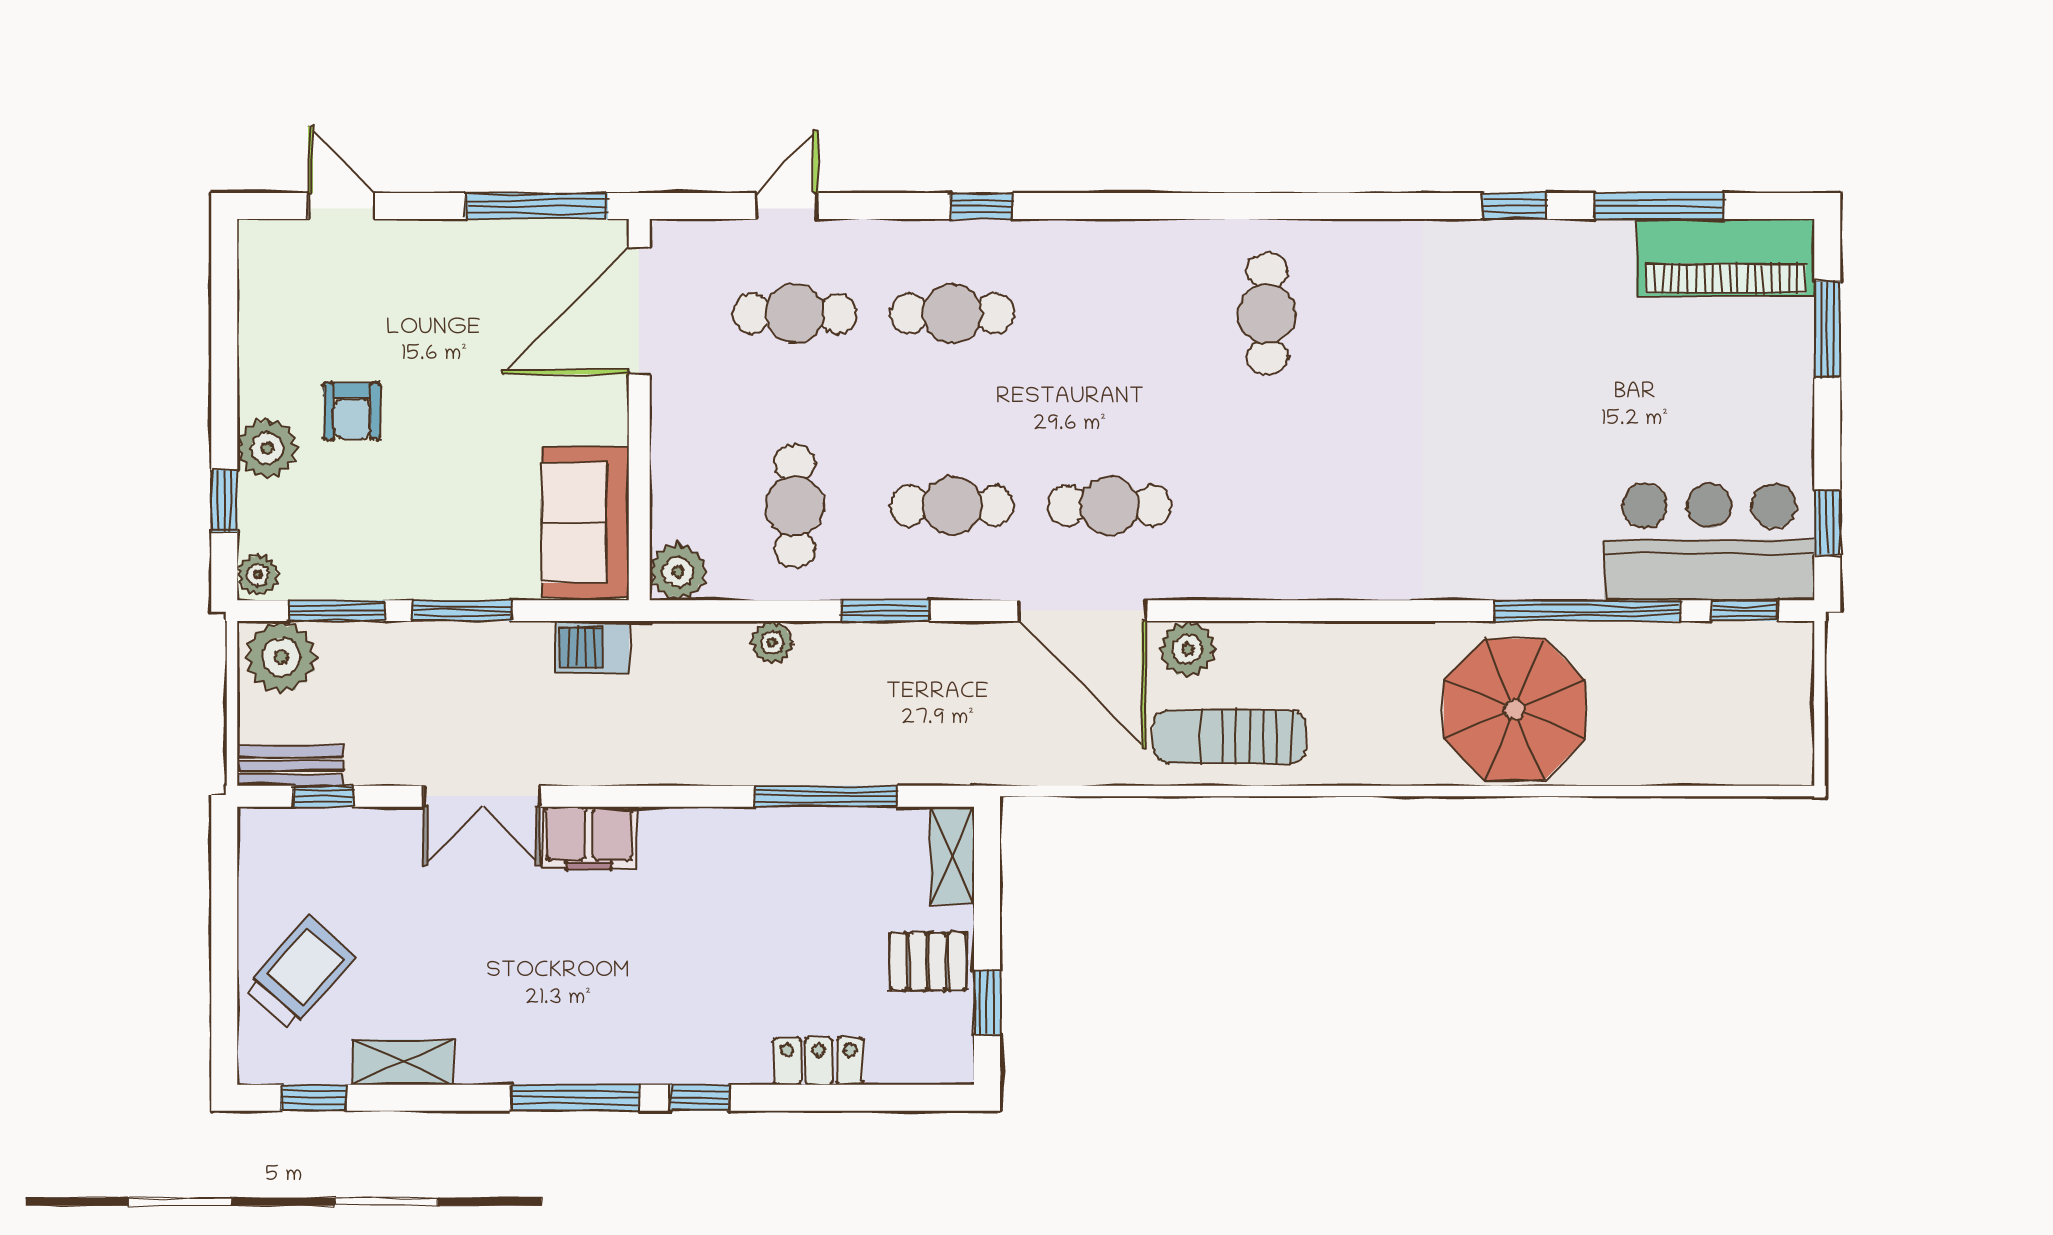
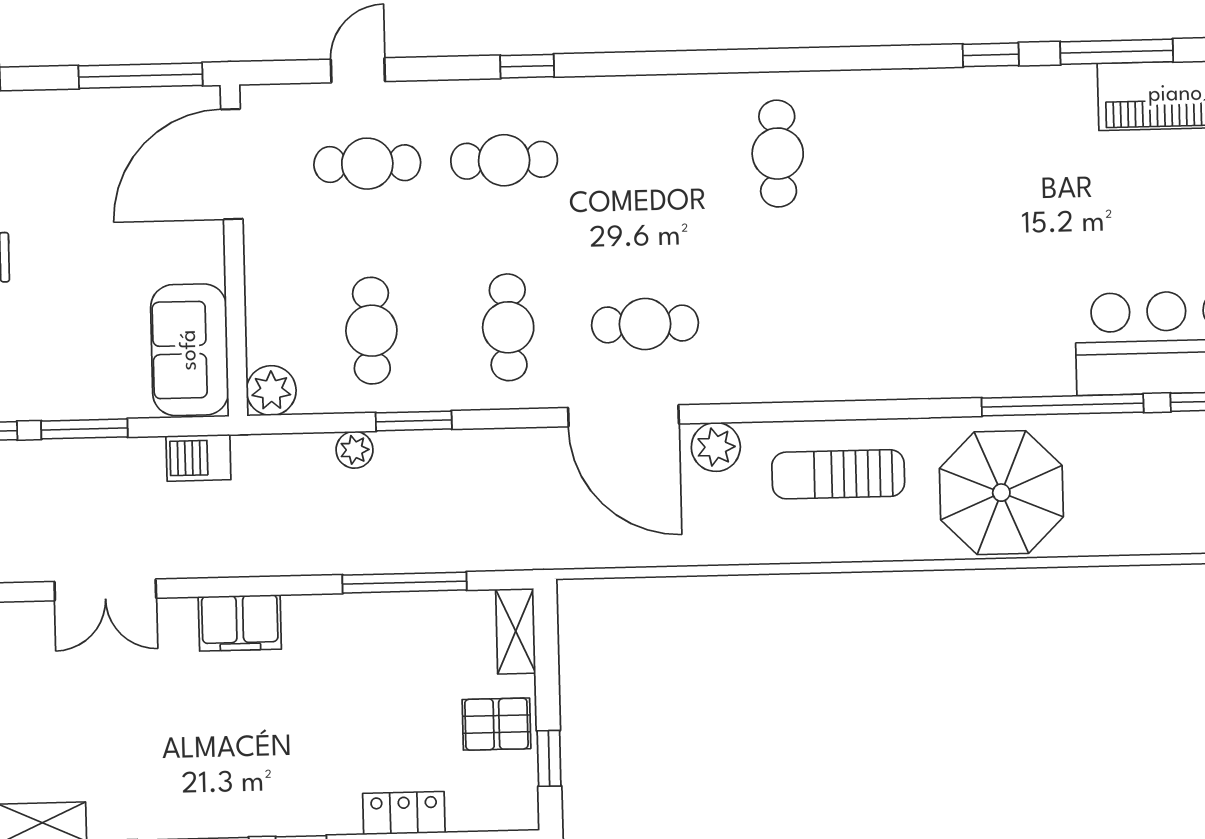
cafe table: (952, 506) -> (508, 327), turned 90
window: (885, 611) -> (414, 421), moved
sun lounger: (1229, 737) -> (838, 474), moved
filing cabinet: (589, 838) -> (240, 623), moved

